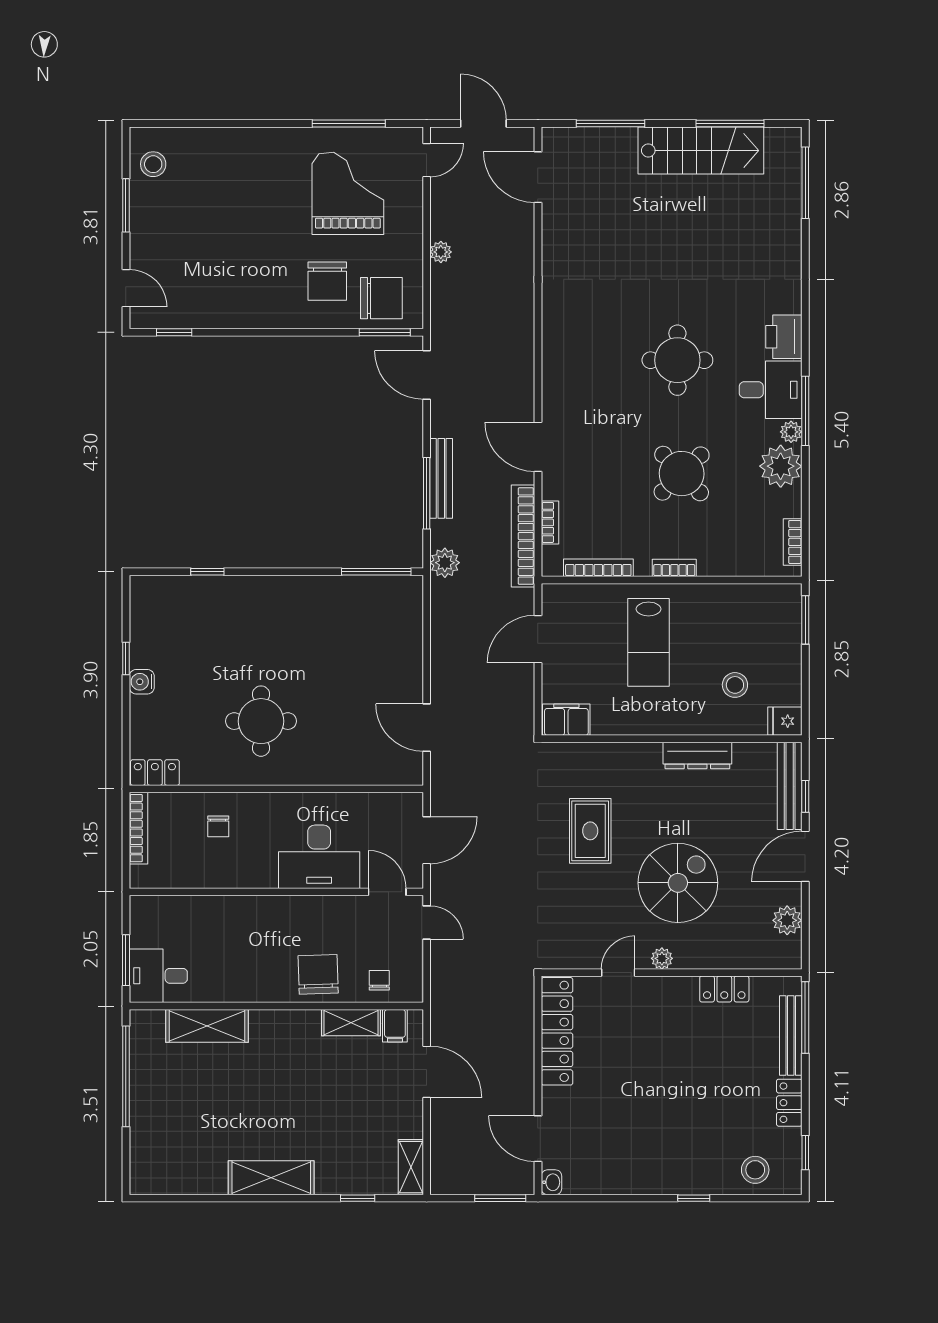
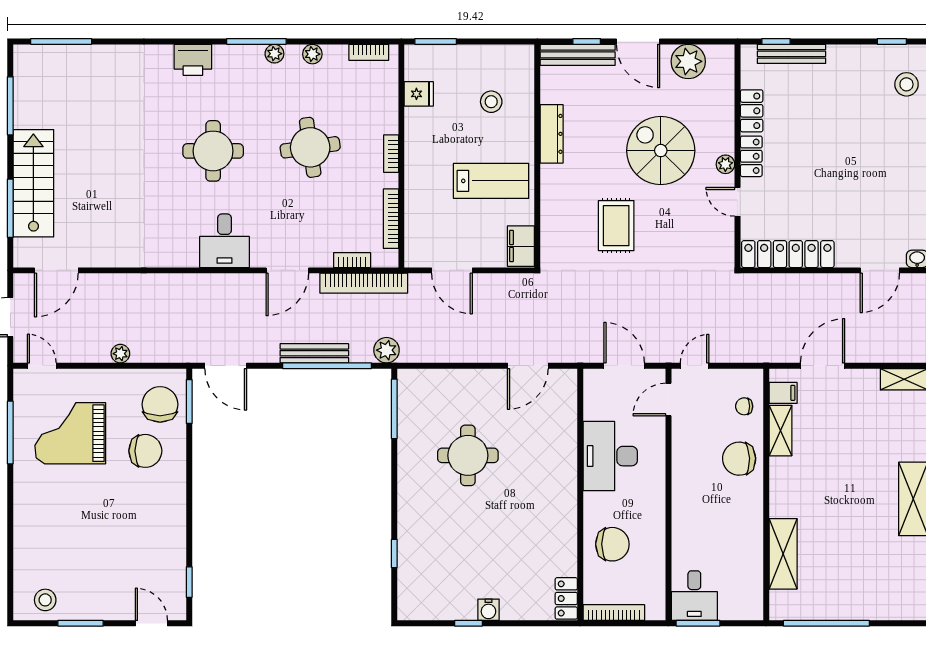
stairs: (701, 150) -> (33, 183), moved
door: (126, 288) -> (151, 623), hinge flipped
door: (427, 375) -> (226, 366), hinge flipped
desk: (771, 390) -> (225, 241), moved, turned 180
plant: (781, 466) -> (312, 54), width x0.53, depth x0.53
round table: (682, 474) -> (310, 147), turned 36
window: (427, 493) -> (327, 366), width x1.46
lab bench: (649, 642) -> (491, 181), moved
round table: (261, 721) -> (468, 455), moved
fridge: (785, 721) -> (419, 94), moved, turned -90
chair: (218, 826) -> (612, 544), width x1.87, depth x1.87
rug: (590, 831) -> (616, 226), turned 90
desk: (319, 857) -> (610, 456), moved, turned 180
plant: (787, 920) -> (688, 61), width x1.36, depth x1.36
window: (126, 960) -> (698, 623), moved
desk: (158, 976) -> (694, 596), moved
window: (805, 1017) -> (776, 41), width x0.46
locker: (789, 1103) -> (751, 156), moved, turned -90

